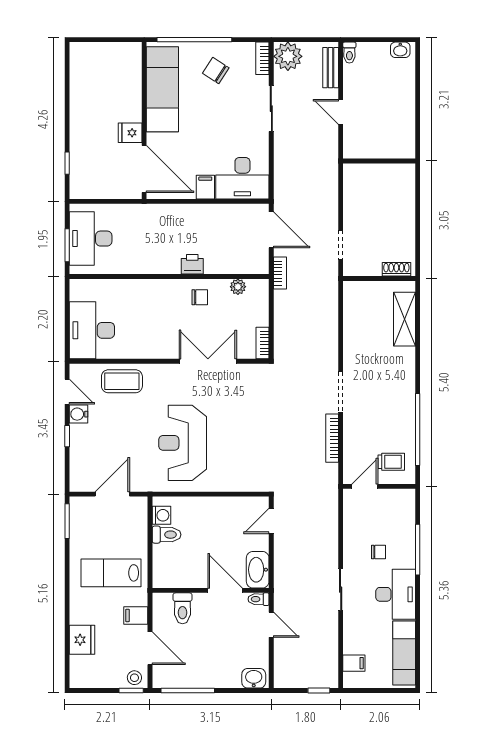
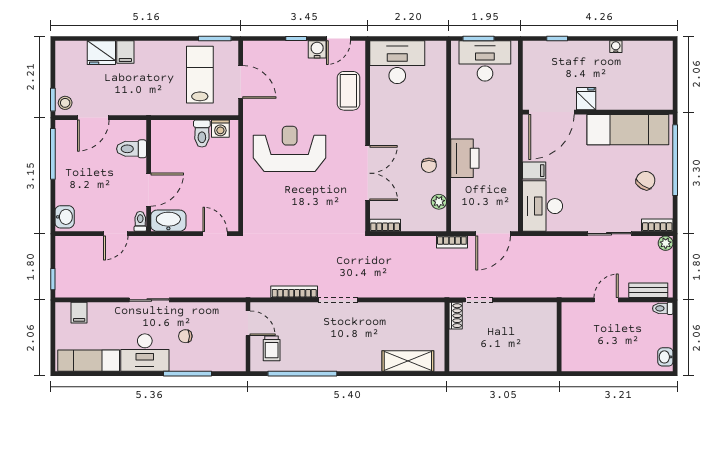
plant: (288, 56) -> (666, 243), width x0.53, depth x0.53
water cooler: (76, 102) -> (616, 47), added
printer: (192, 264) -> (465, 158), width x1.87, depth x1.48
shoe rack: (396, 269) -> (456, 316), moved
chair: (379, 552) -> (185, 336), turned 90
lab bench: (111, 573) -> (200, 75), moved
filing cabinet: (136, 615) -> (125, 52), moved, turned 180

